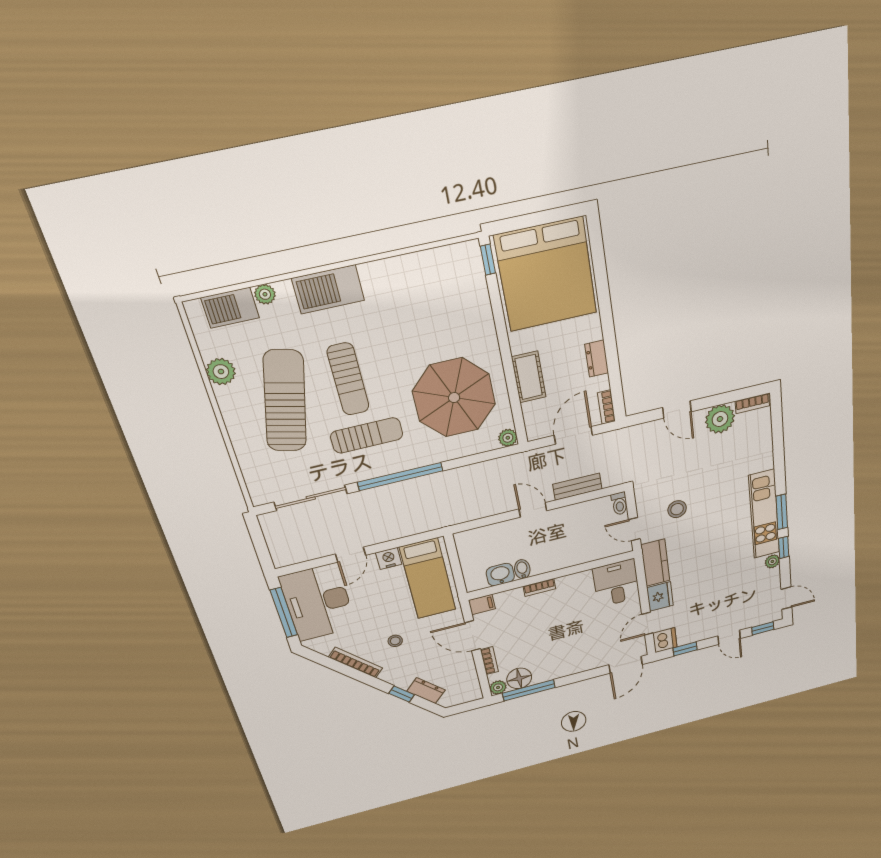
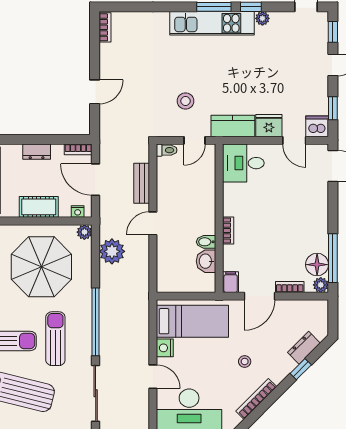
plant: (720, 419) -> (112, 251), moved
nightstand: (531, 424) -> (78, 211), added

